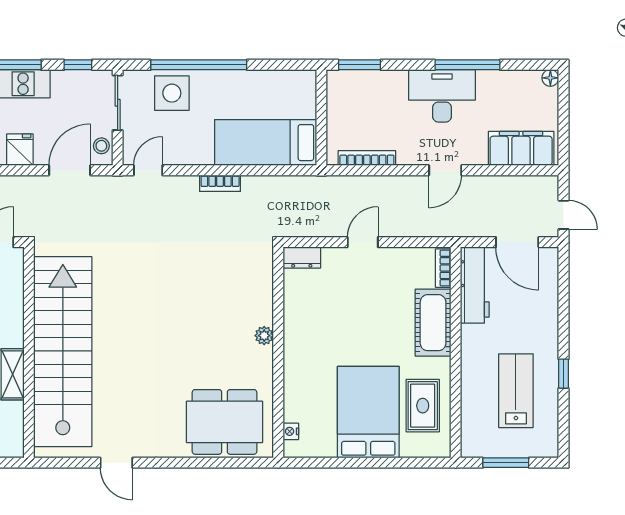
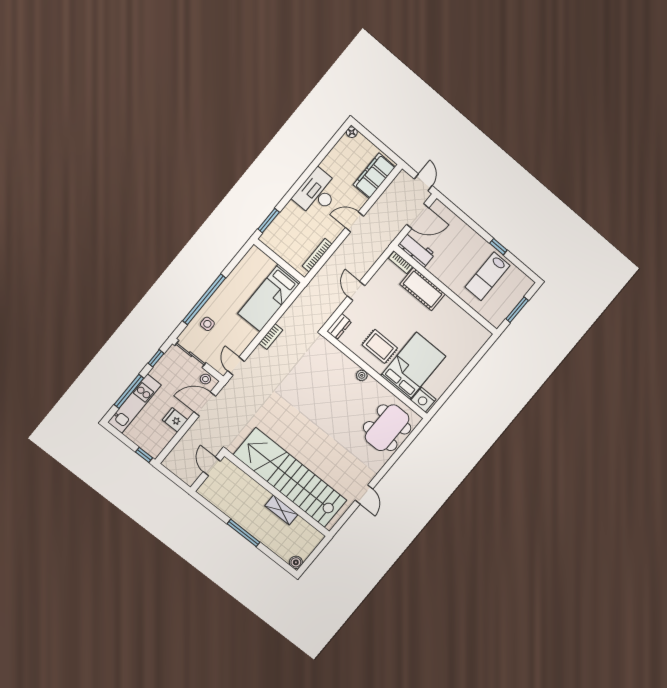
window: (467, 65) -> (312, 168), removed
side table: (172, 93) -> (207, 324), width x0.54, depth x0.54
door: (70, 170) -> (205, 404), hinge flipped
door: (445, 170) -> (354, 222), swing flipped
door: (563, 215) -> (423, 182), hinge flipped
workbench: (475, 285) -> (416, 250), width x0.73
lab bench: (516, 391) -> (488, 276), turned -90
rug: (423, 406) -> (380, 346), moved
bed: (368, 412) -> (413, 366), moved, turned 90
nightstand: (291, 431) -> (423, 400), width x1.89, depth x1.79
door: (116, 463) -> (364, 495), hinge flipped

